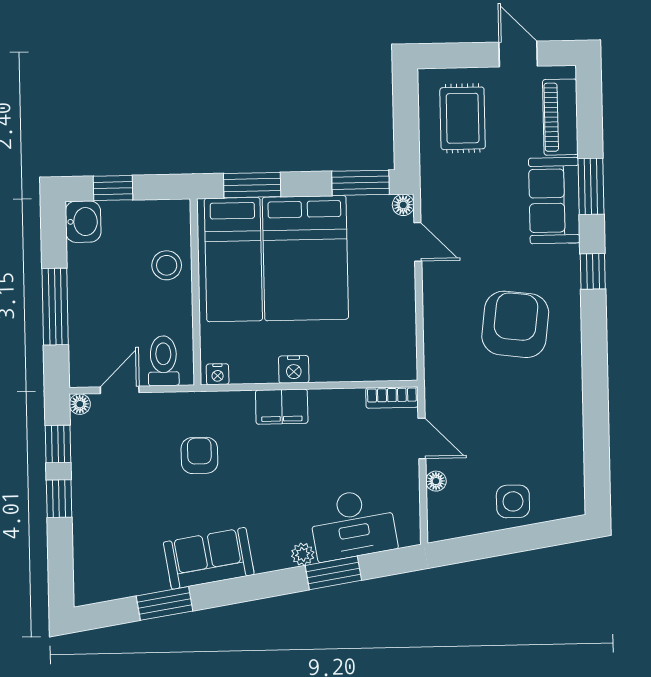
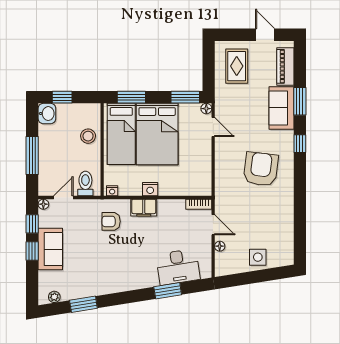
armchair: (199, 455) -> (111, 221), moved, turned -90
plant: (303, 554) -> (54, 297), moved
sofa: (209, 558) -> (50, 249), moved, turned 99

